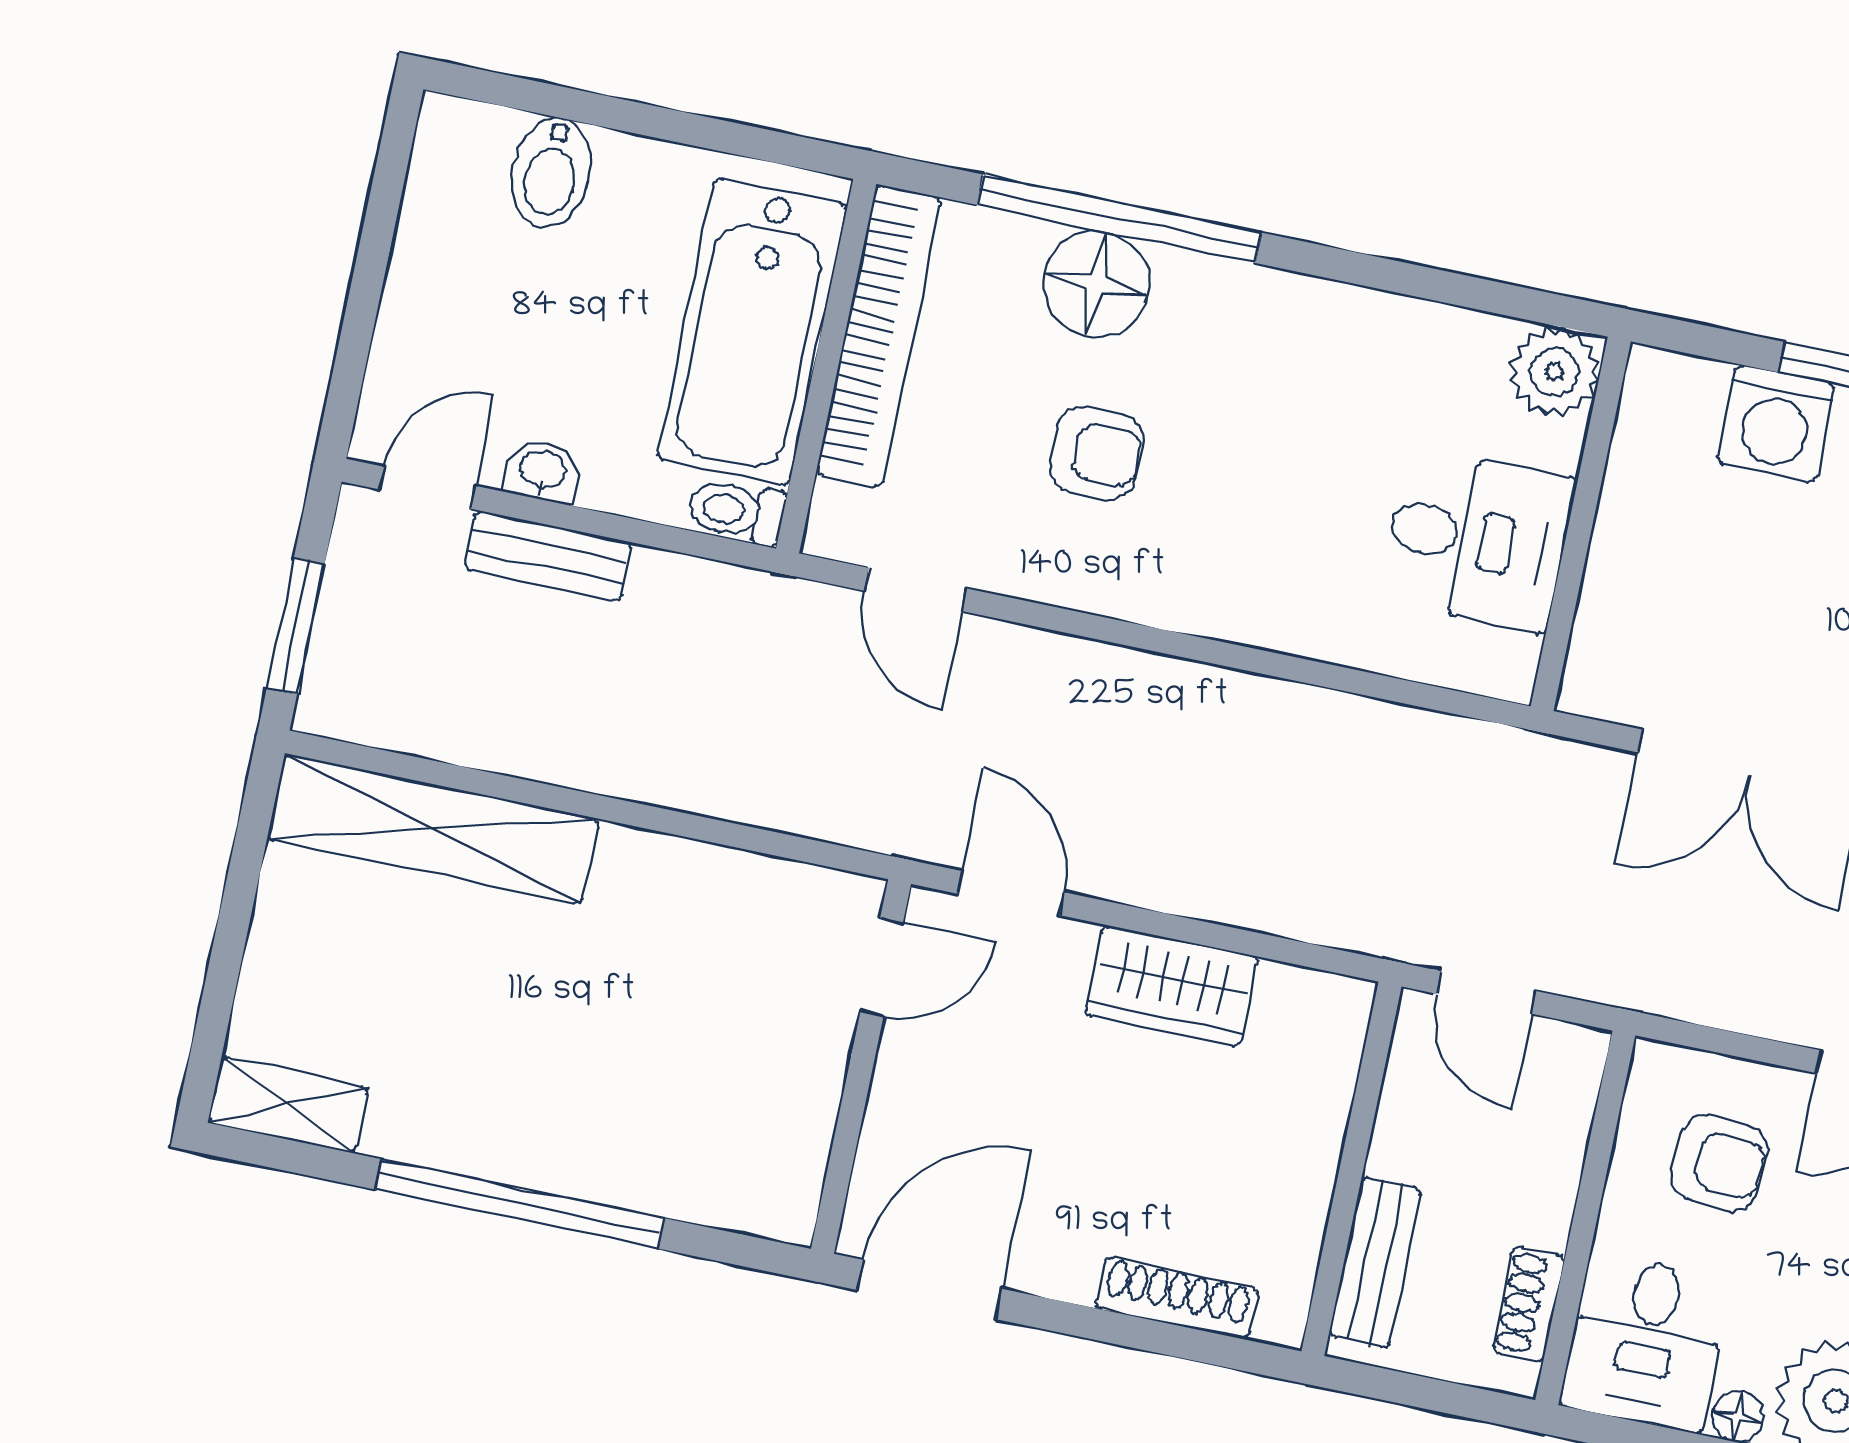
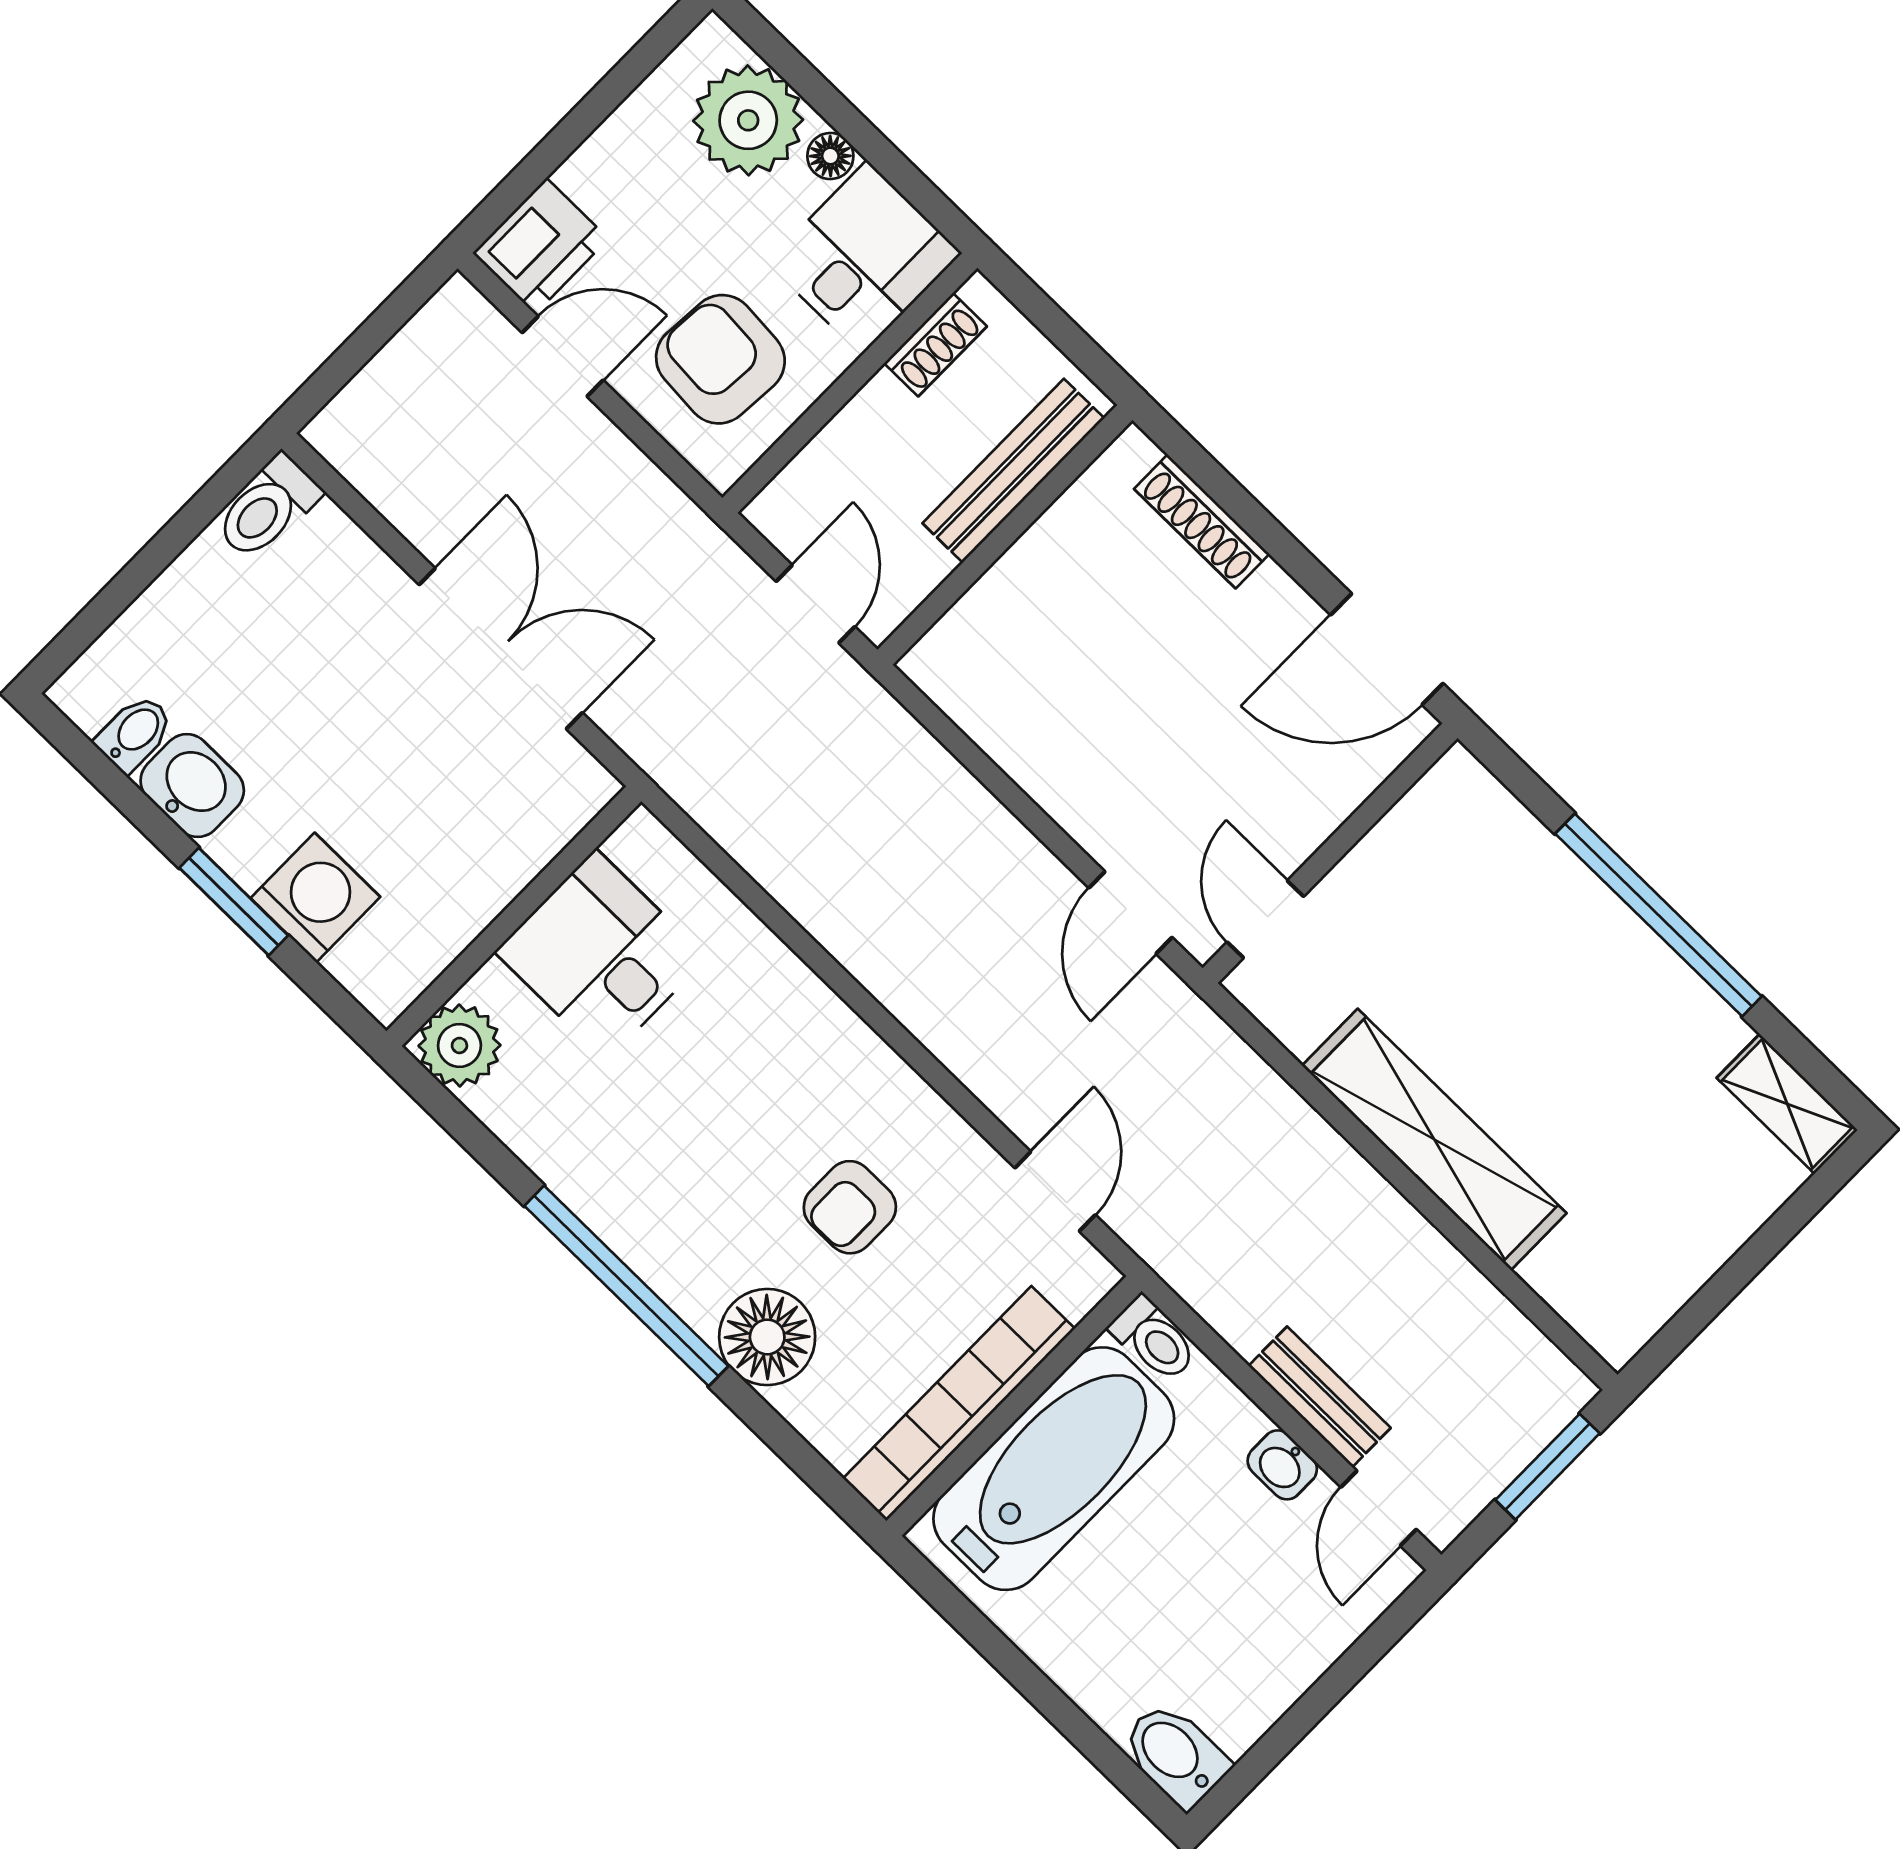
bidet: (551, 173) -> (1175, 1755), moved, turned -90
window: (1119, 219) -> (626, 1286), moved
armchair: (1096, 453) -> (850, 1207), turned -90
door: (427, 488) -> (1379, 1508), hinge flipped
shelving: (433, 829) -> (1434, 1139), moved
door: (882, 967) -> (1265, 919), hinge flipped
wardrobe: (1172, 986) -> (1053, 763), removed
armchair: (1719, 1163) -> (720, 359), width x1.38, depth x1.38
bench: (1376, 1262) -> (1013, 471), width x1.36

